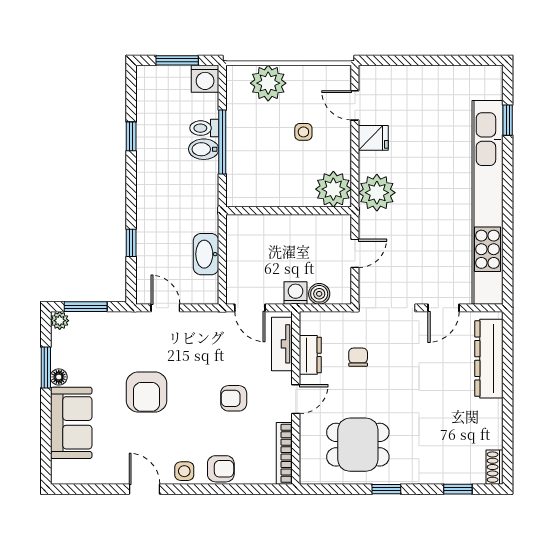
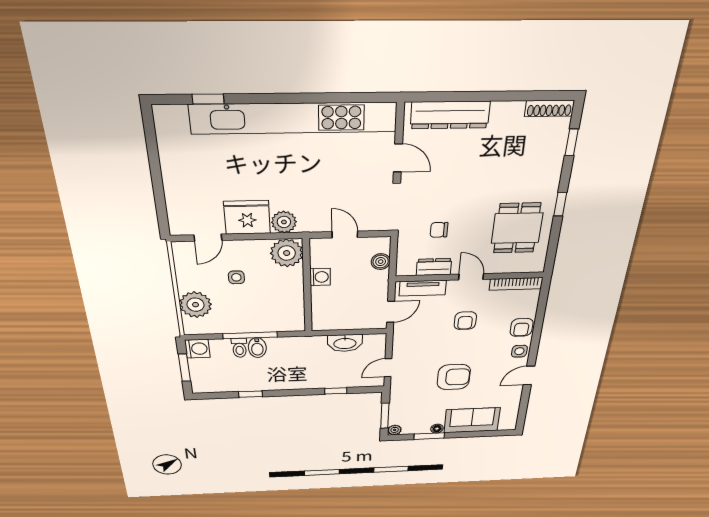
fridge: (373, 138) -> (247, 217), width x1.88, depth x1.34
plant: (377, 193) -> (284, 222), width x0.73, depth x0.73
washing machine: (296, 293) -> (320, 277), moved, turned 180
shoe rack: (495, 467) -> (549, 108), width x1.43
armchair: (221, 469) -> (522, 327), turned 180

